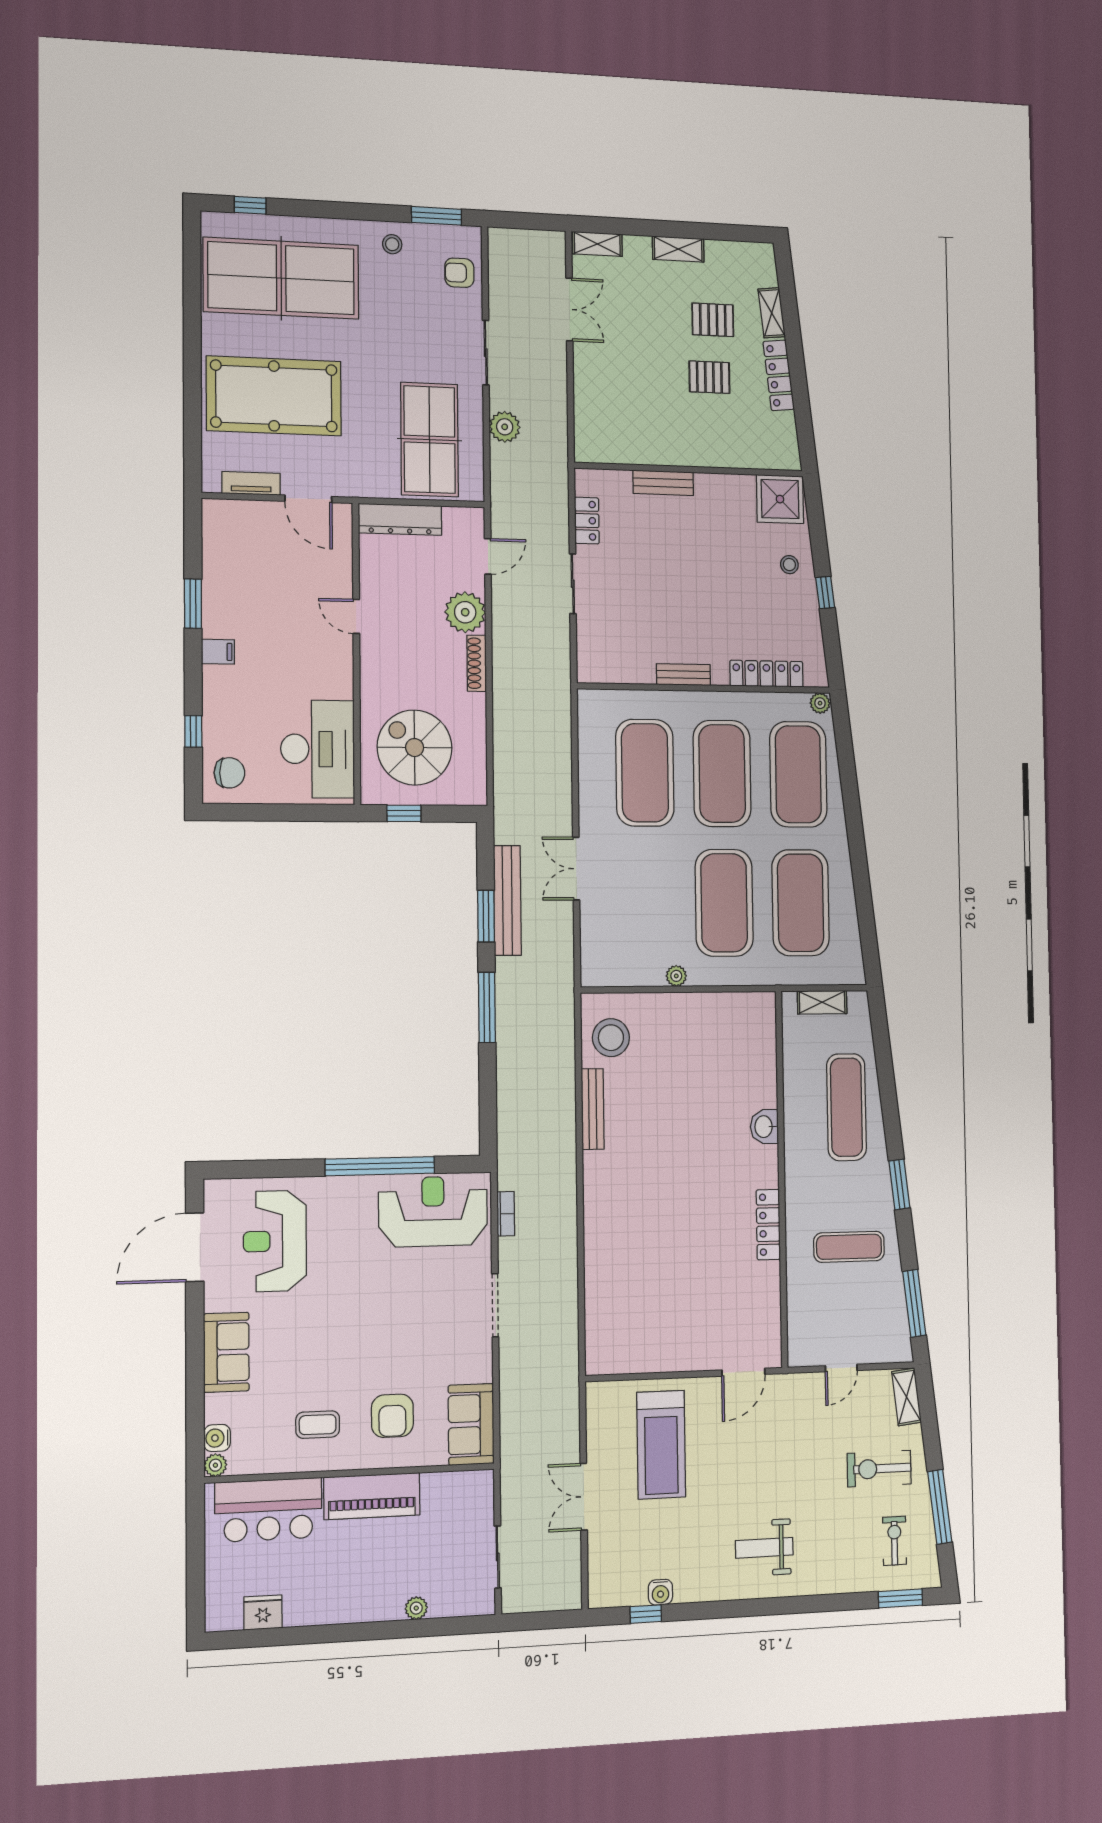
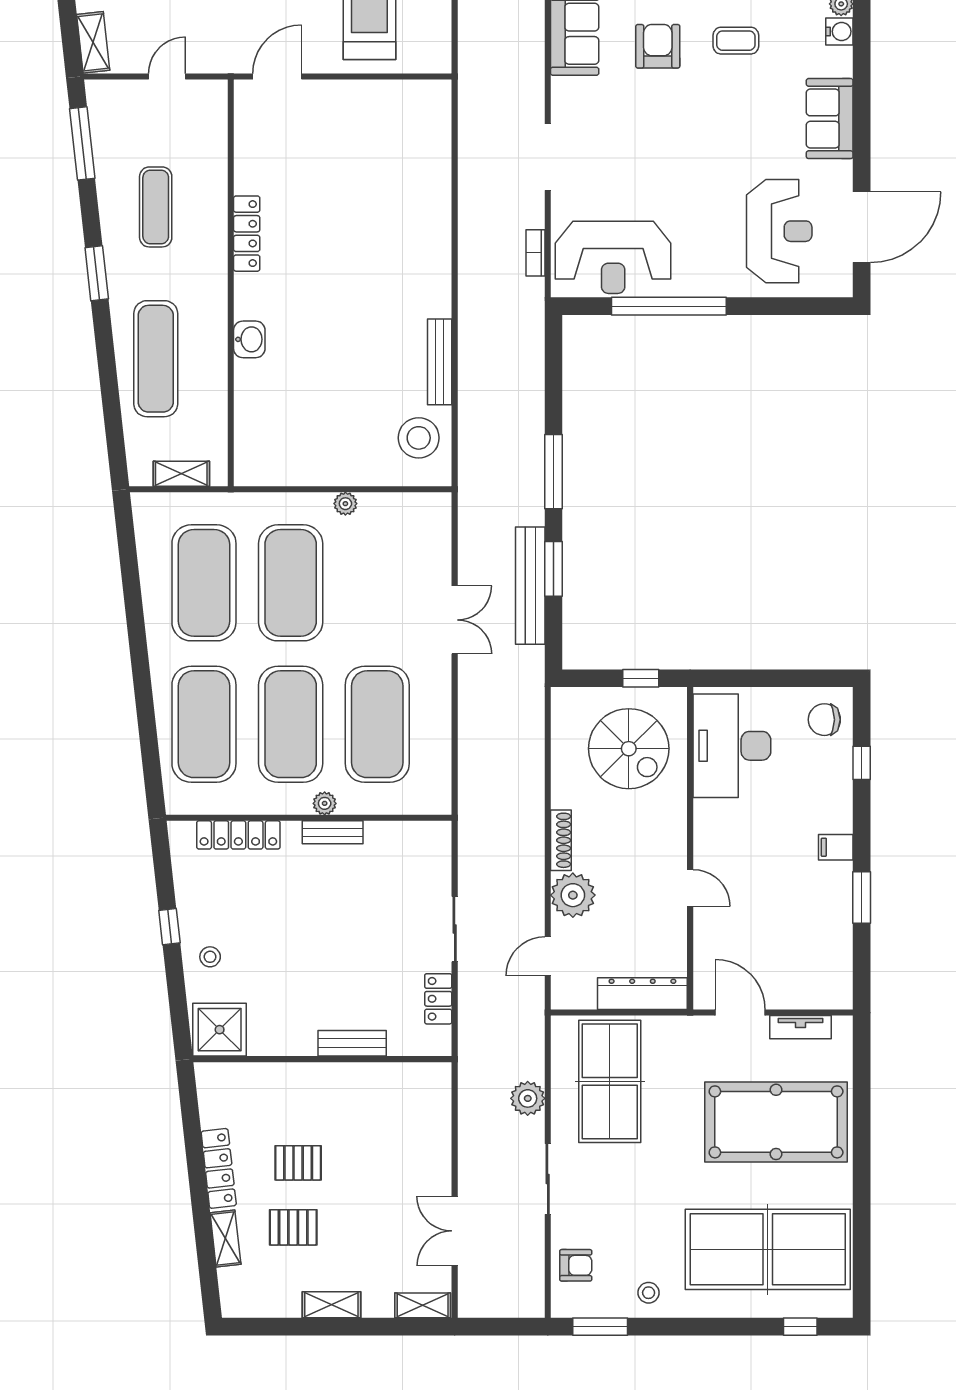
plant: (820, 703) -> (325, 803), moved
exercise mat: (849, 1247) -> (156, 207), turned 90

